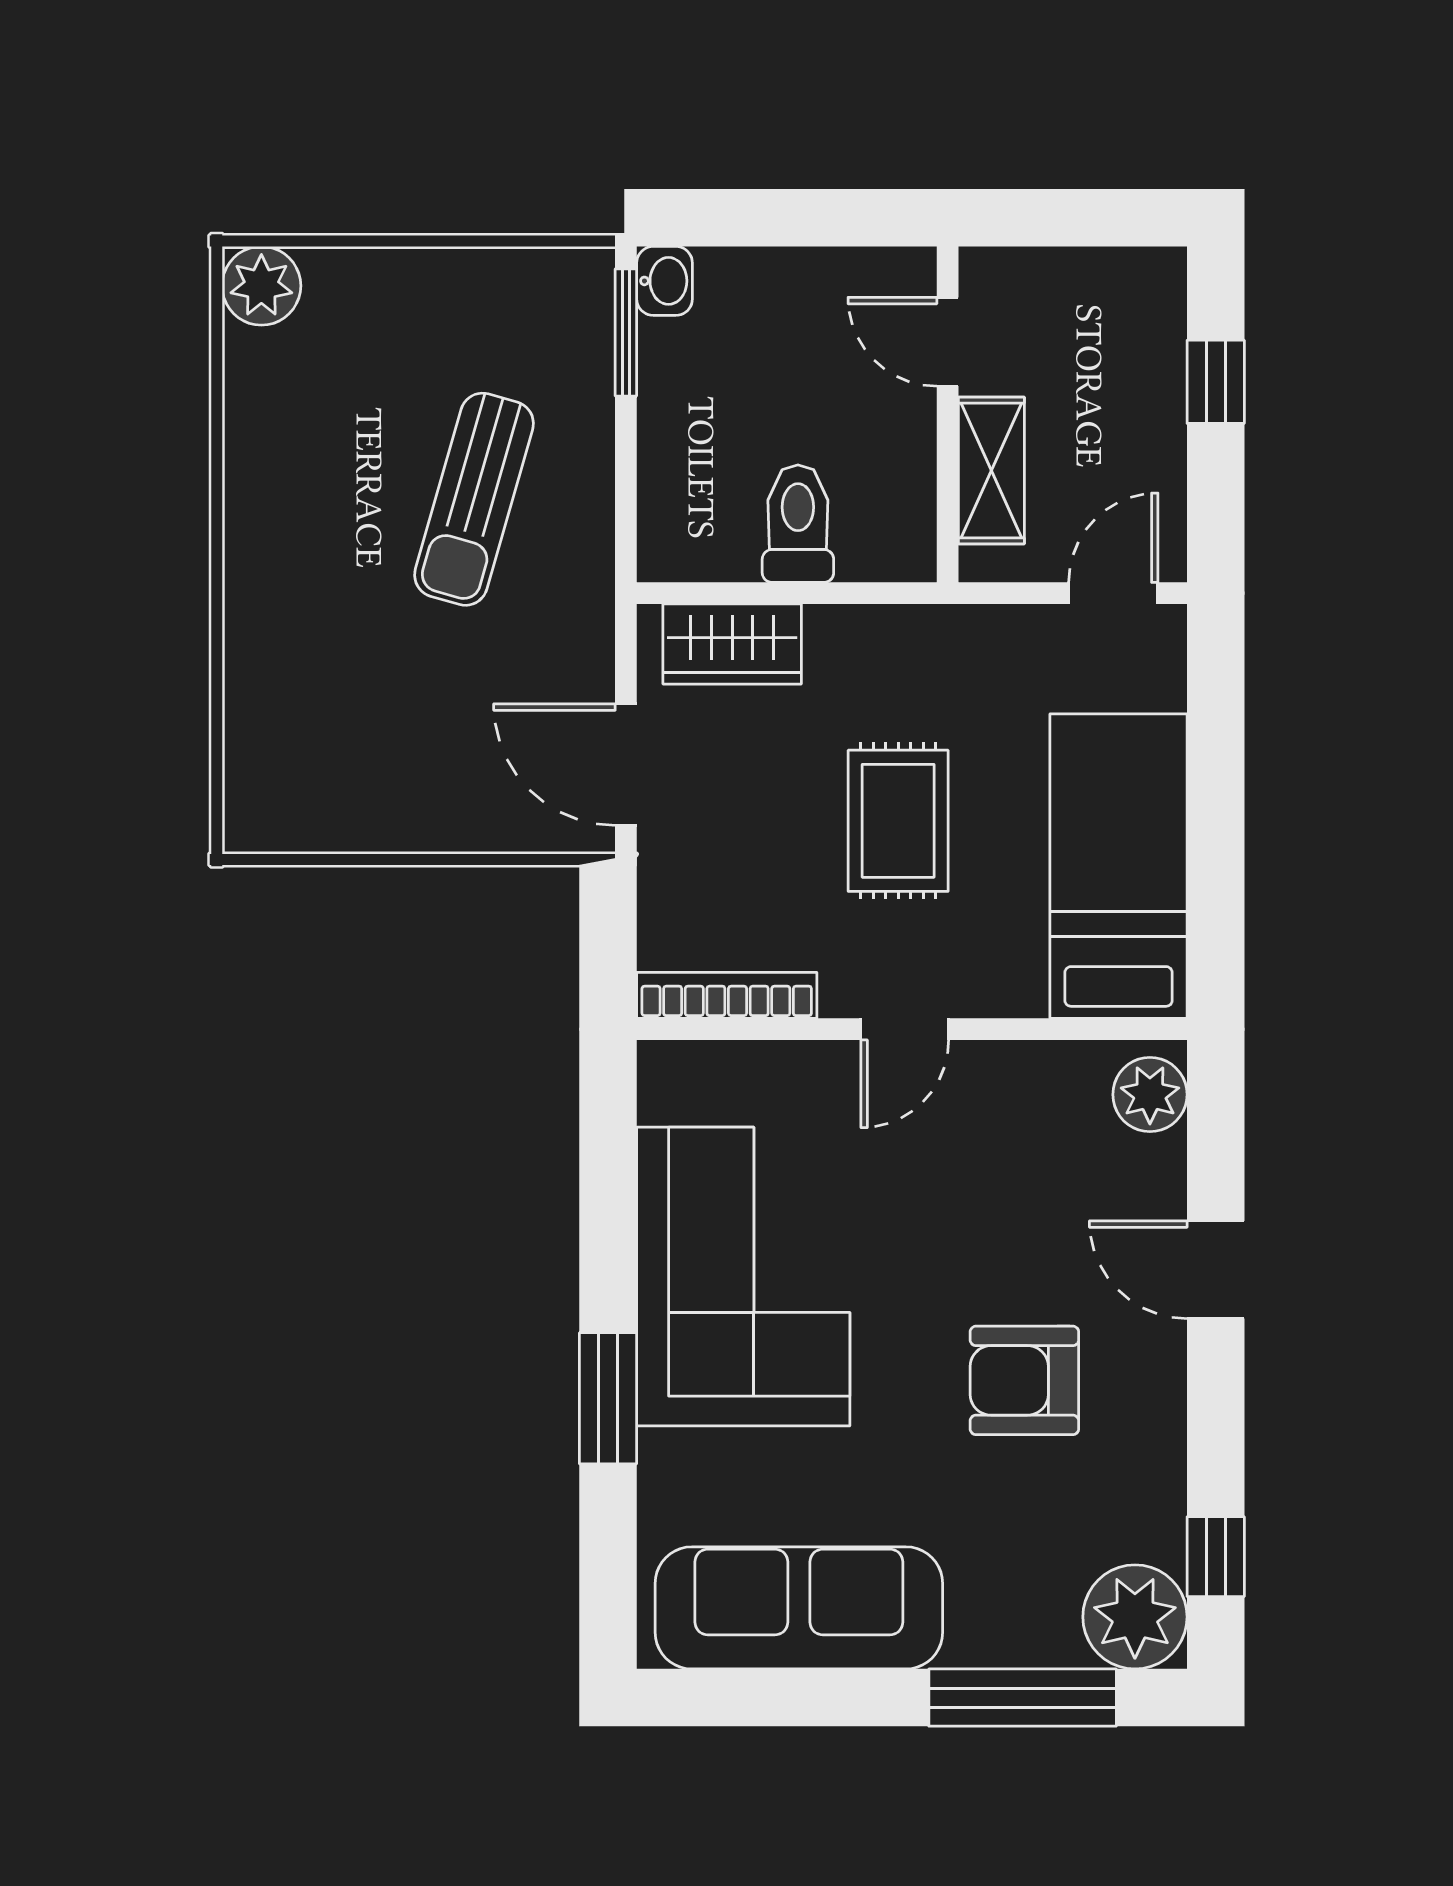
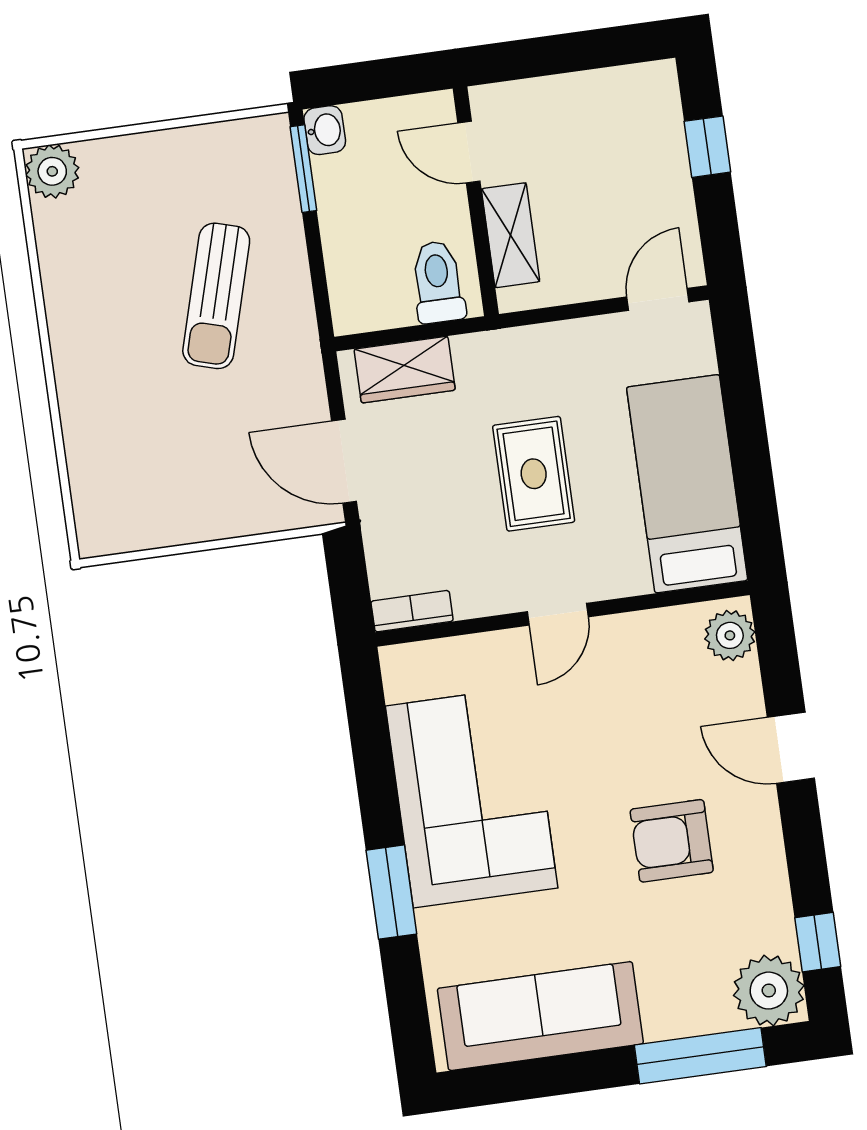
door: (948, 342) -> (469, 152), moved
wall: (948, 414) -> (476, 201), moved
shelving: (991, 471) -> (511, 235), moved
bookcase: (727, 995) -> (412, 611), width x0.64

